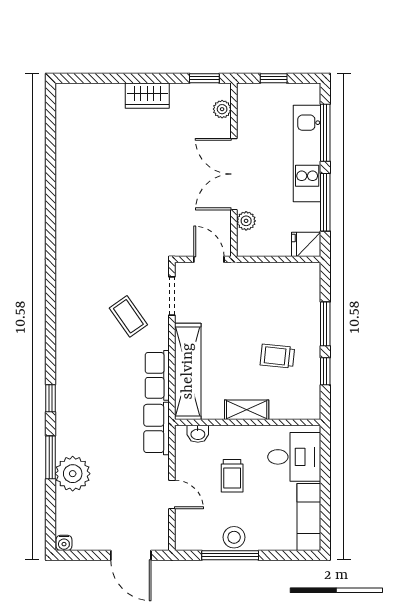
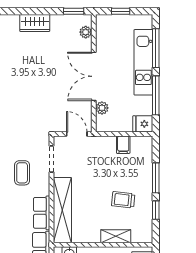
filing cabinet: (277, 275) -> (123, 145), added
coffee table: (128, 316) -> (22, 173), turned 35
shelving: (247, 410) -> (116, 236), moved

